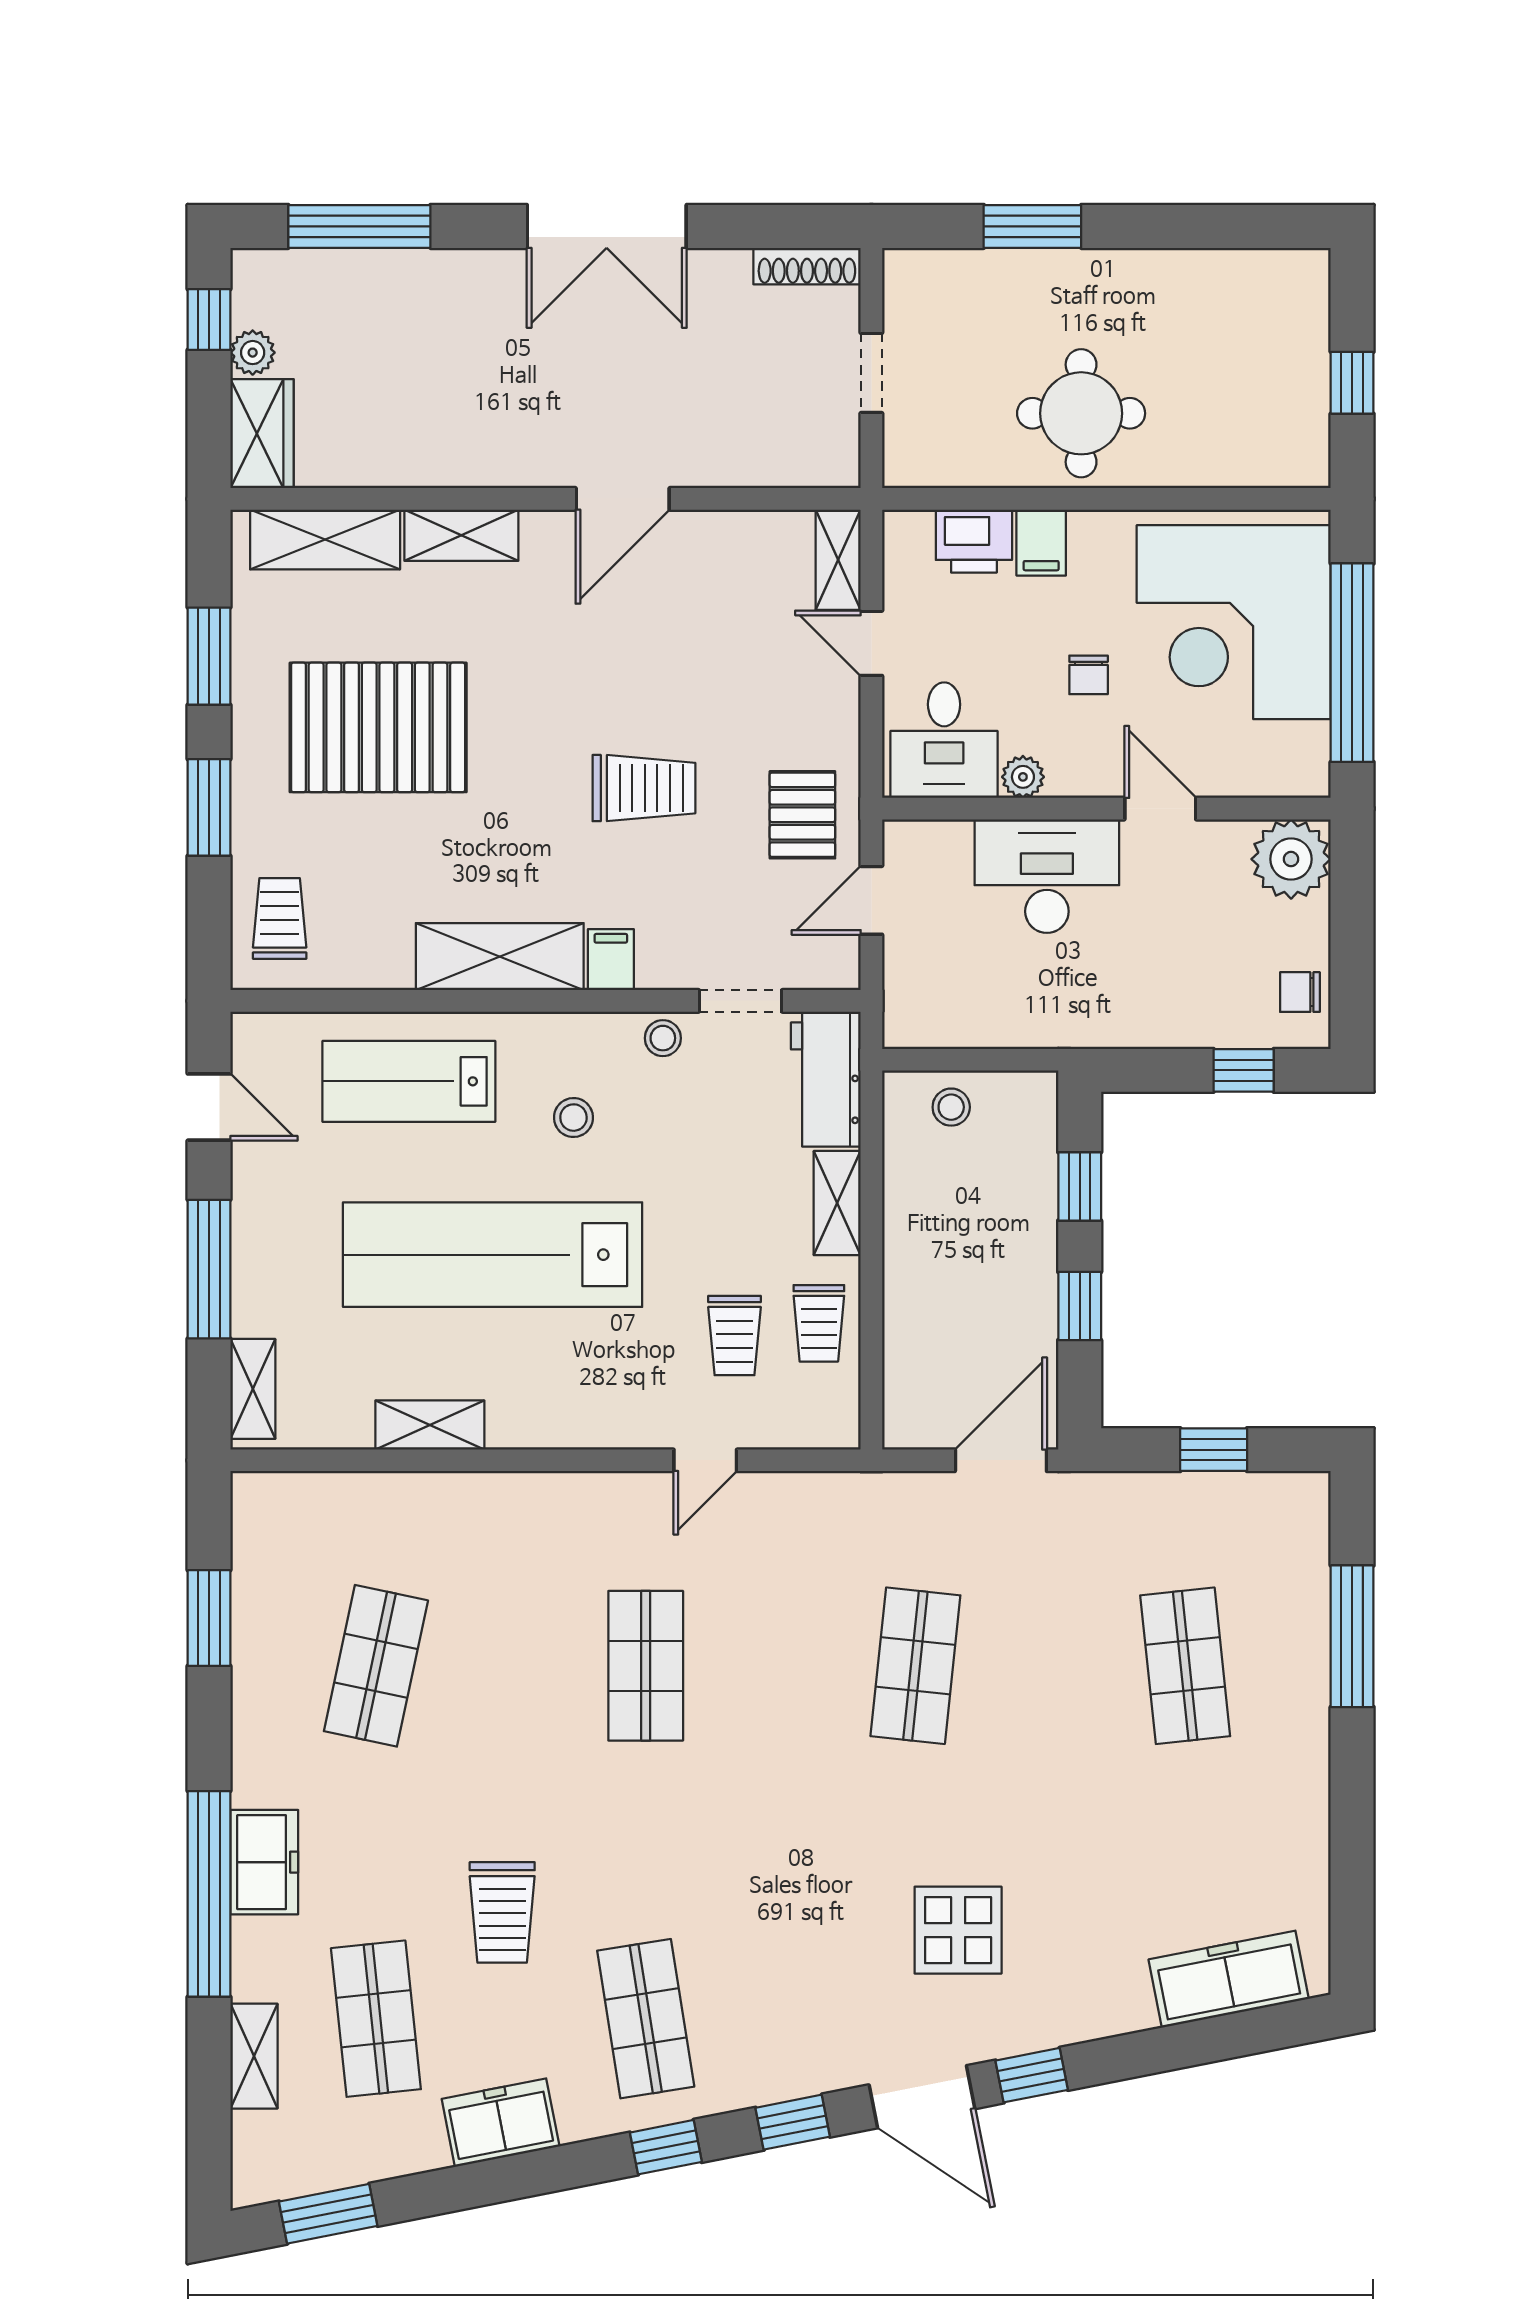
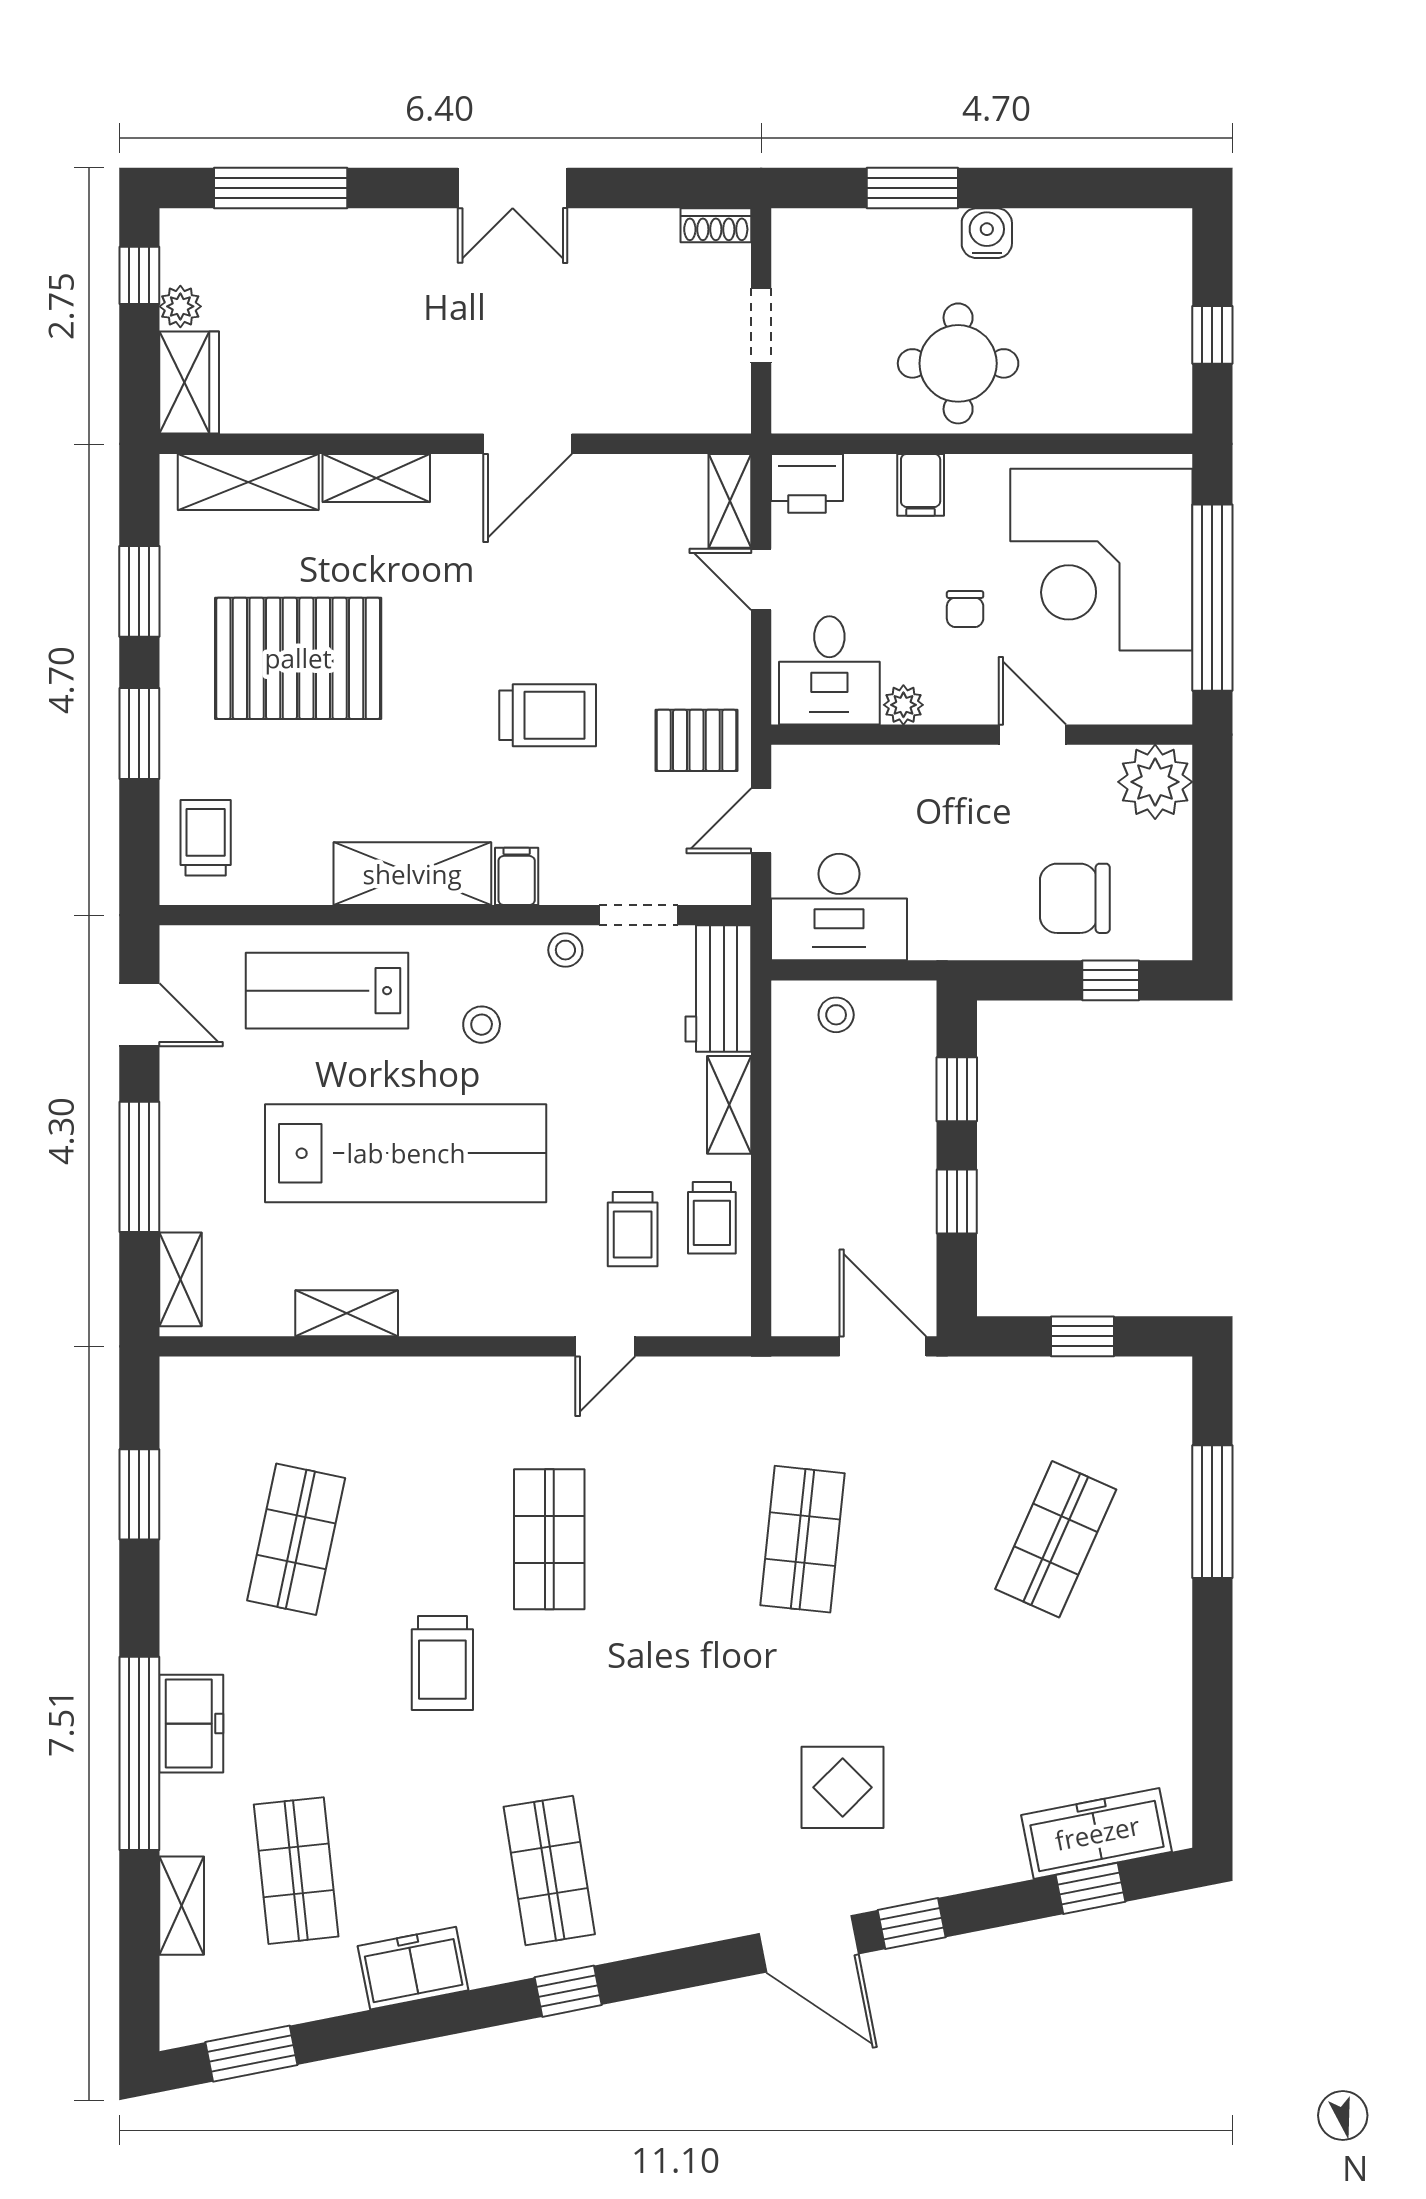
double door: (607, 226) -> (513, 188), width x0.73
shoe rack: (807, 266) -> (716, 225), width x0.70
water cooler: (1112, 274) -> (987, 233), added
printer: (974, 541) -> (807, 483), moved
pallet: (802, 815) -> (696, 740), turned 90
desk: (1047, 876) -> (839, 907), moved, turned 180
chair: (1300, 992) -> (1075, 898), moved, width x1.87, depth x1.87
lab bench: (493, 1255) -> (406, 1153), turned 180
door: (1001, 1460) -> (883, 1346), hinge flipped
shop shelf: (1185, 1666) -> (1056, 1539), turned 30
trolley: (502, 1912) -> (442, 1663), moved
window: (793, 2122) -> (1091, 1888), moved

